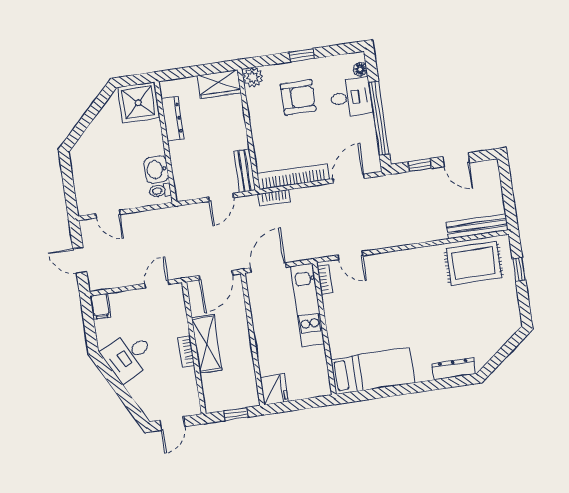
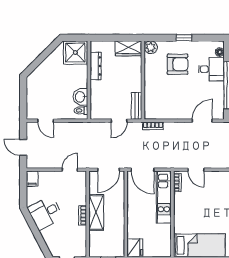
bookcase: (293, 177) -> (167, 114), removed
door: (268, 268) -> (143, 170), swing flipped

